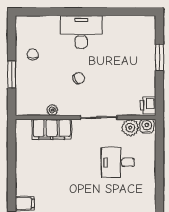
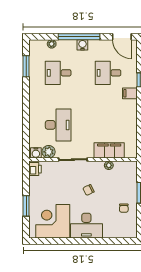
corner desk: (125, 38) -> (53, 221), added
desk: (118, 162) -> (58, 125), width x1.37

